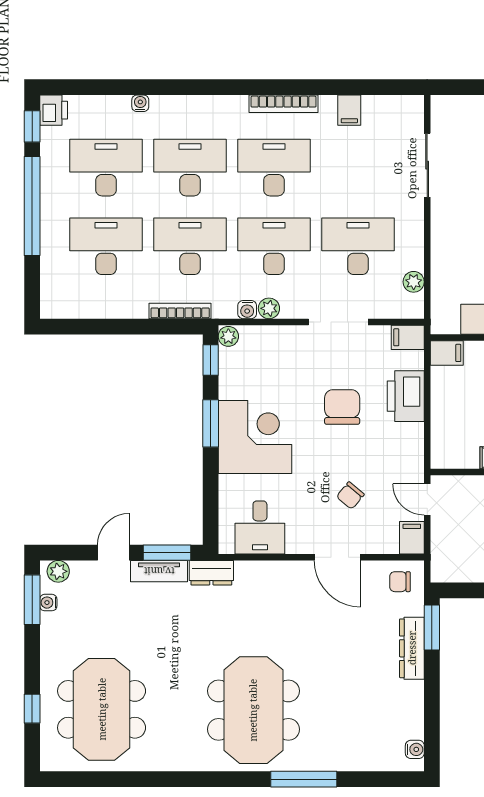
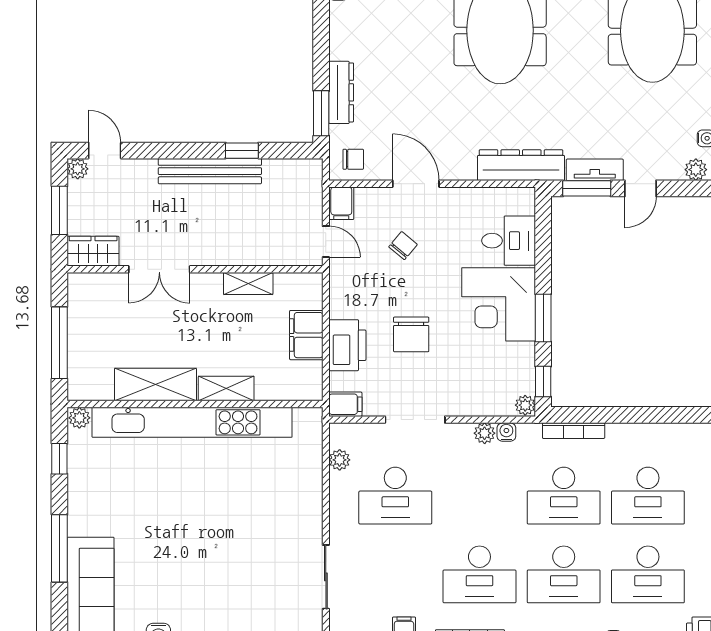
desk: (274, 246) -> (479, 496), removed
filing cabinet: (447, 353) -> (306, 335), moved, width x2.00
desk: (260, 527) -> (509, 241), moved, turned 90
dresser: (211, 573) -> (521, 165), width x1.96, depth x1.24

